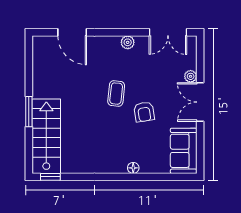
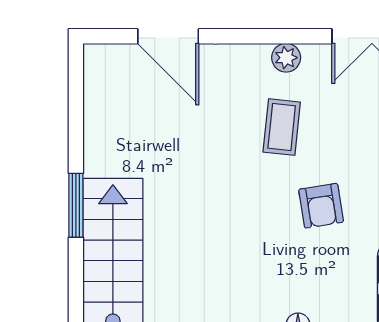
coffee table: (116, 94) -> (282, 127), moved

